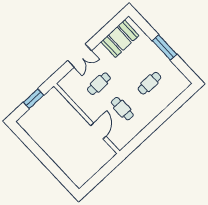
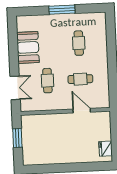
booth: (120, 39) -> (28, 47), moved
double door: (80, 56) -> (15, 88), moved
fridge: (84, 175) -> (106, 149), added

